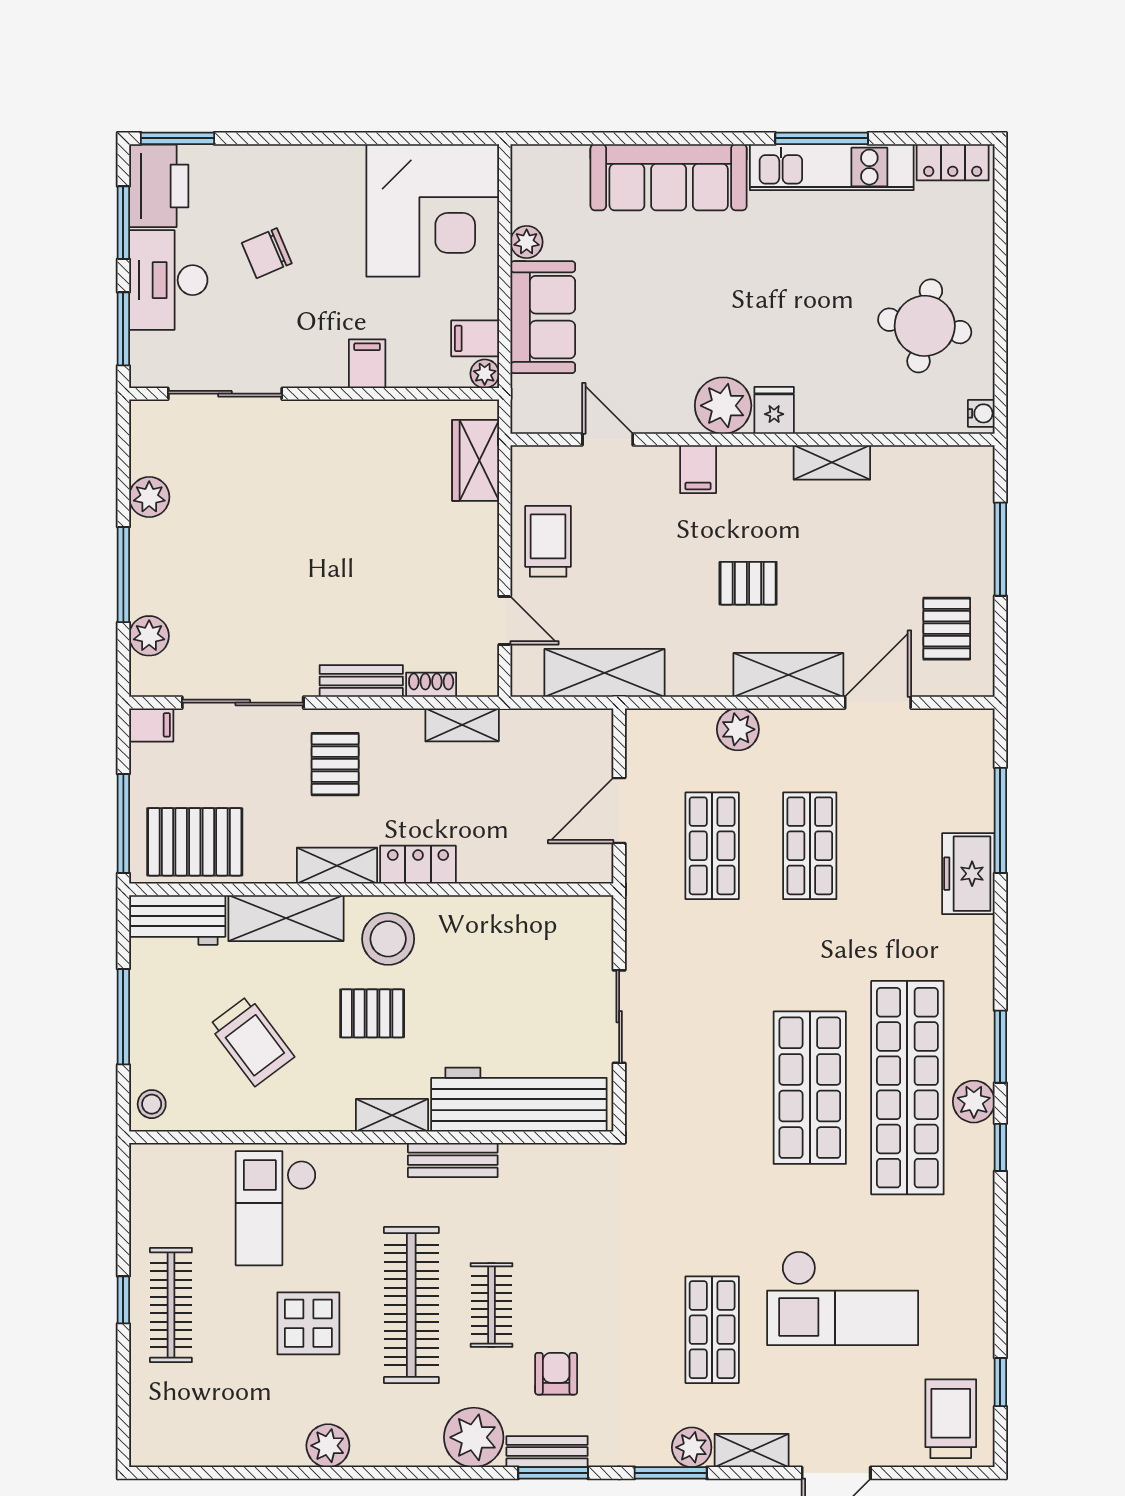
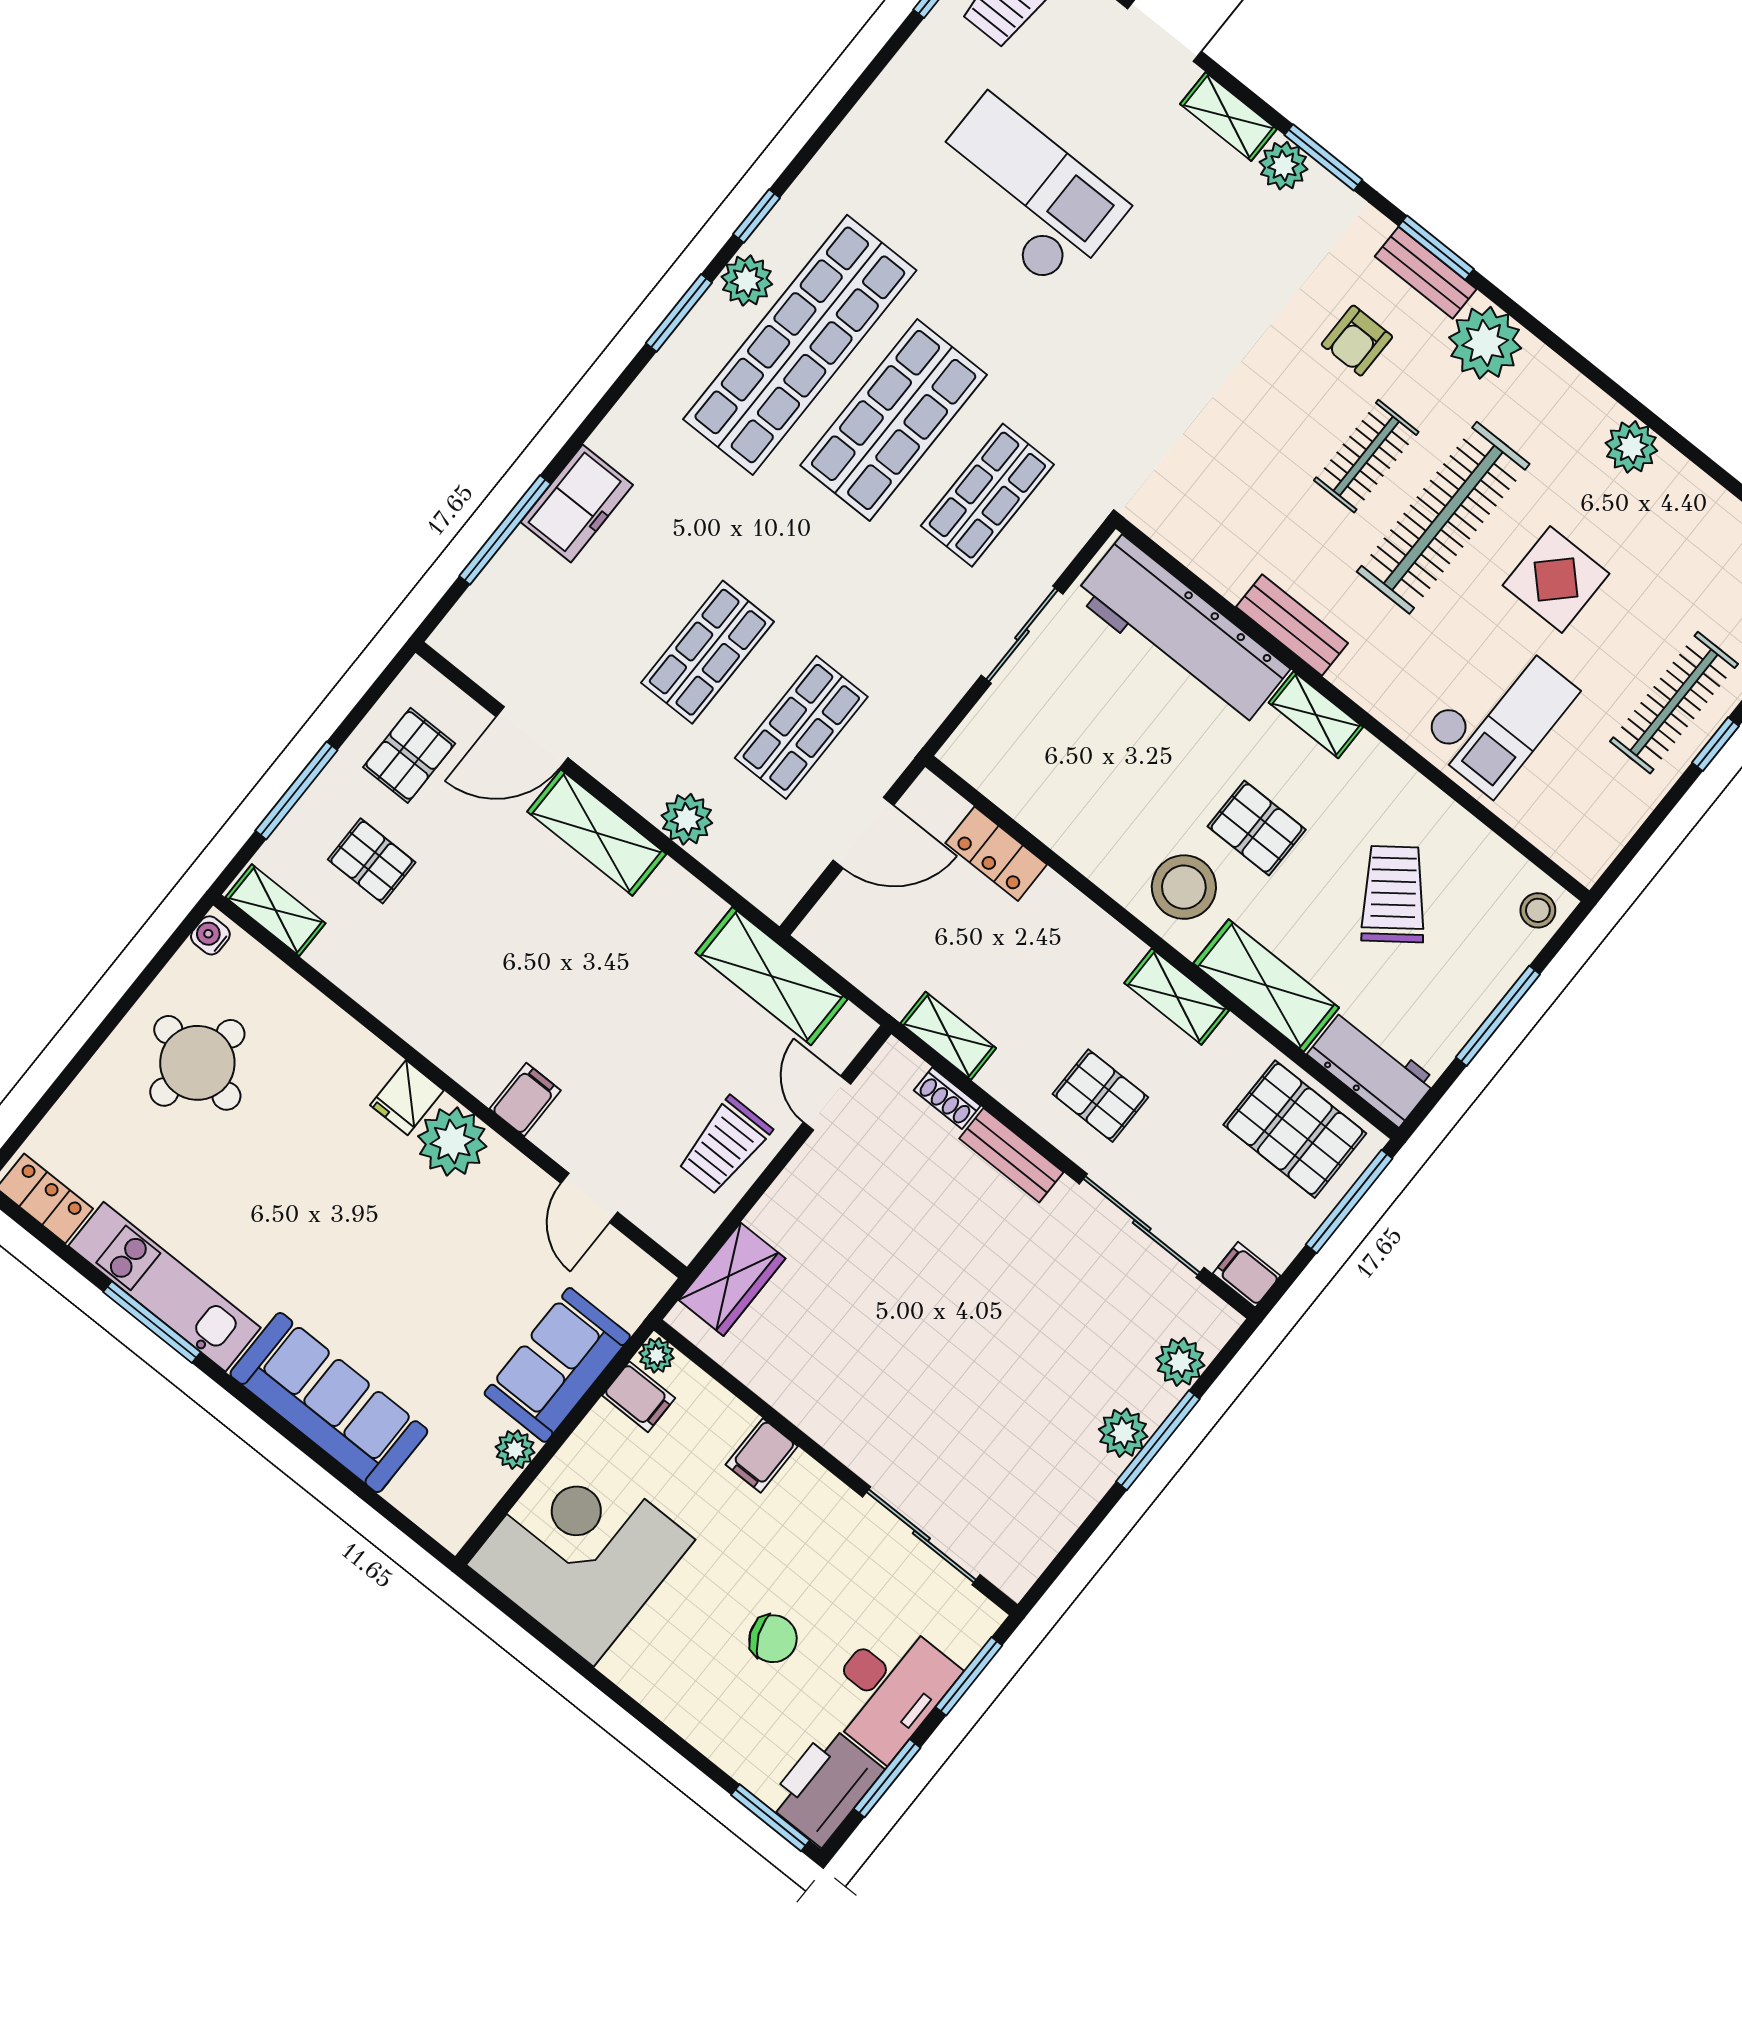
shelving: (832, 462) -> (275, 910), moved
plant: (149, 497) -> (1123, 1433), moved
pallet: (748, 583) -> (372, 861), moved
pallet: (335, 764) -> (1100, 1096), turned 90
locker: (418, 865) -> (996, 854), moved
shop shelf: (712, 1330) -> (987, 495), moved

